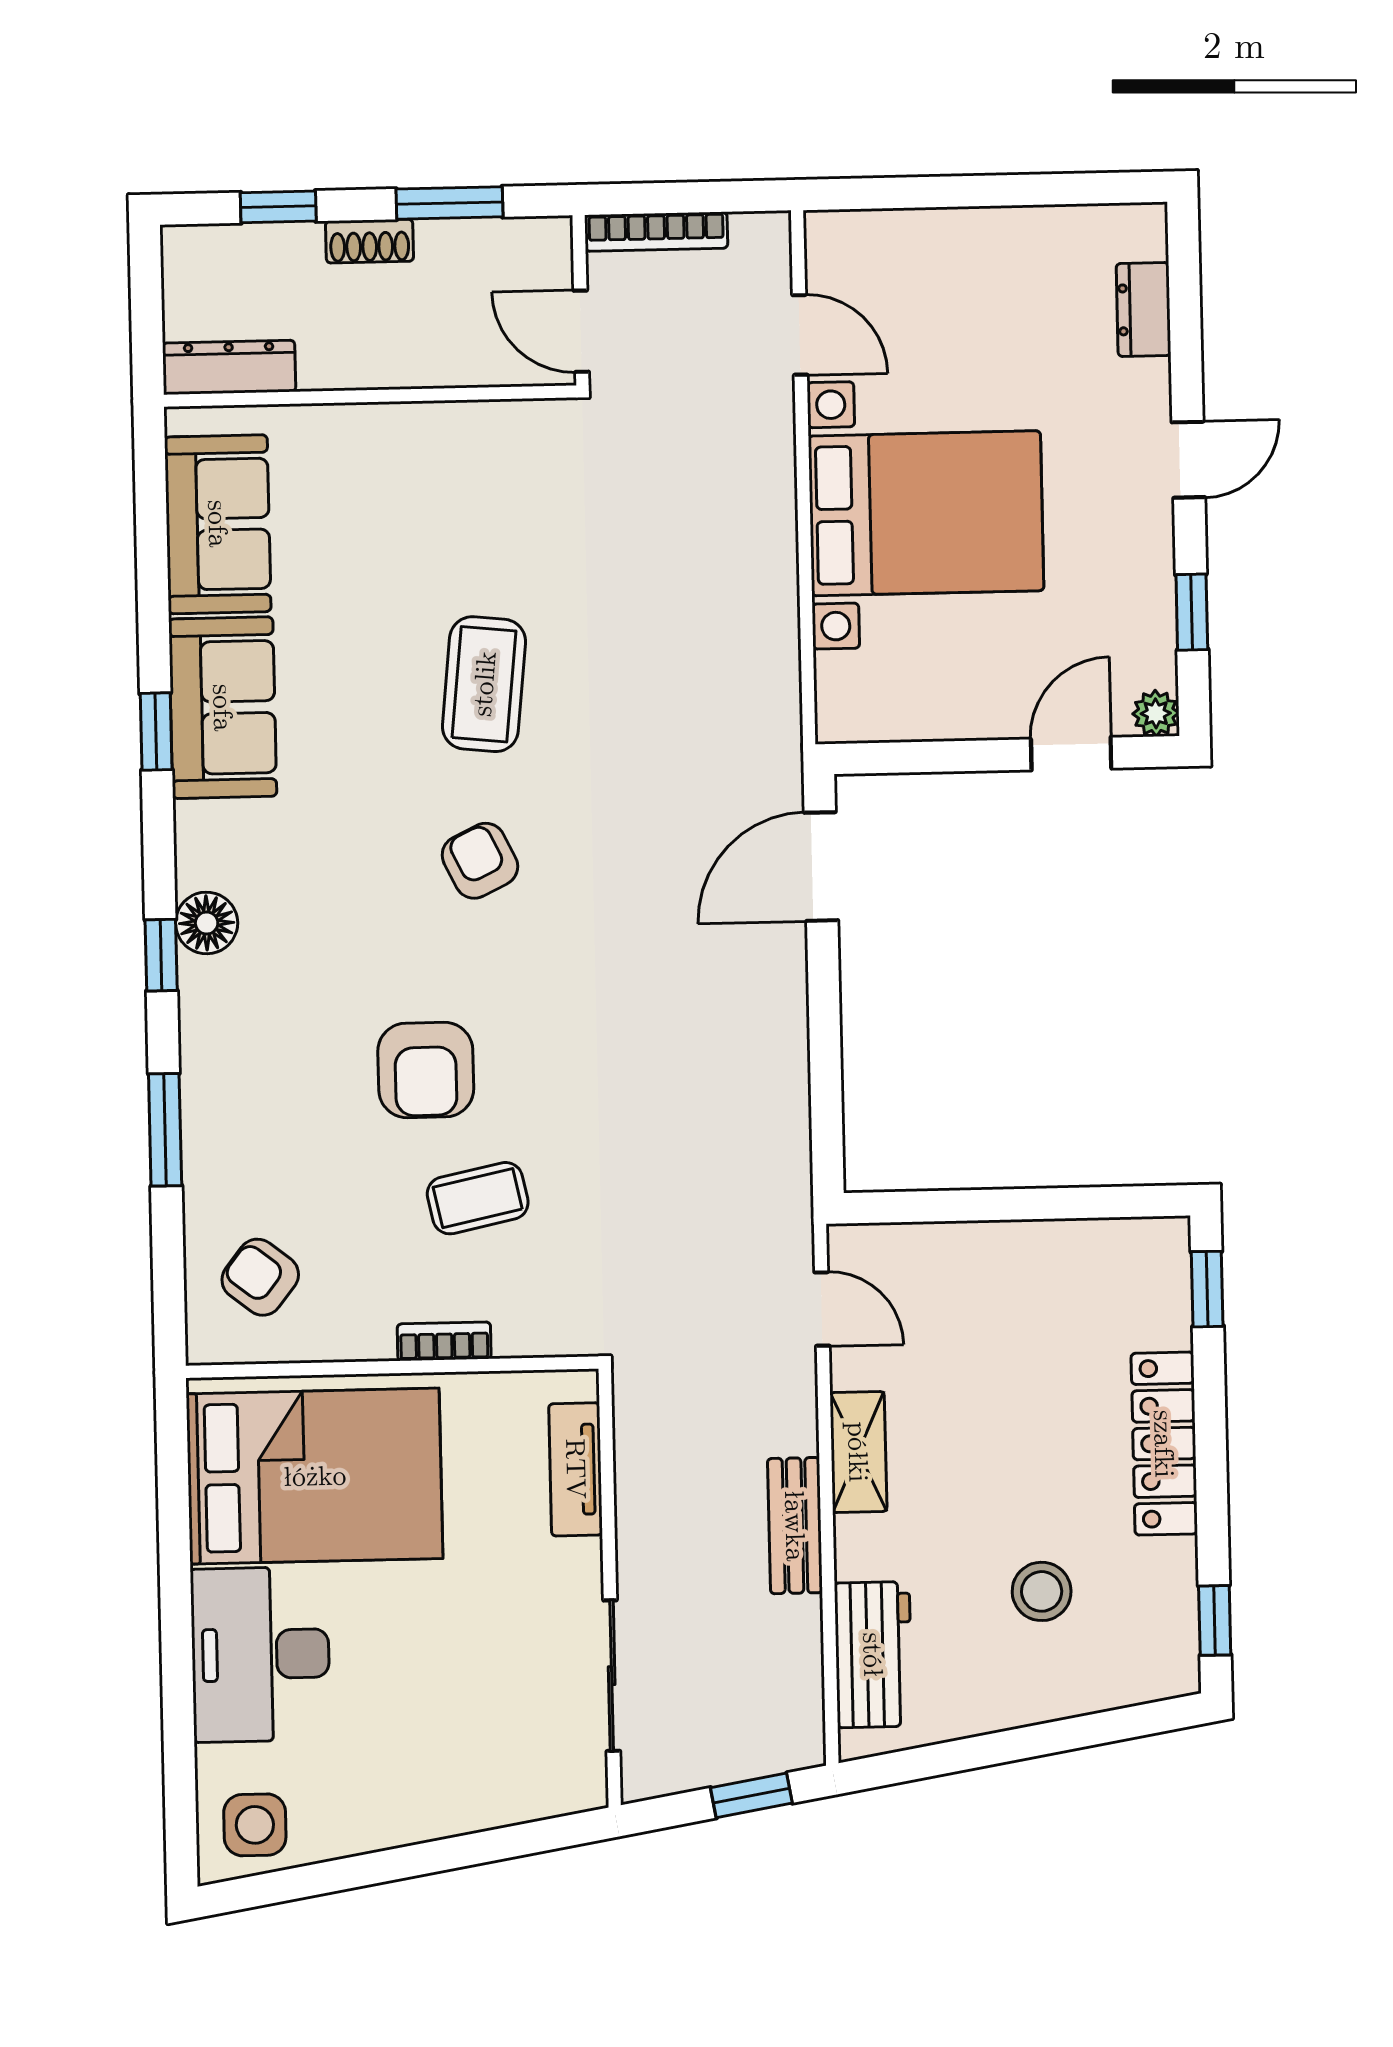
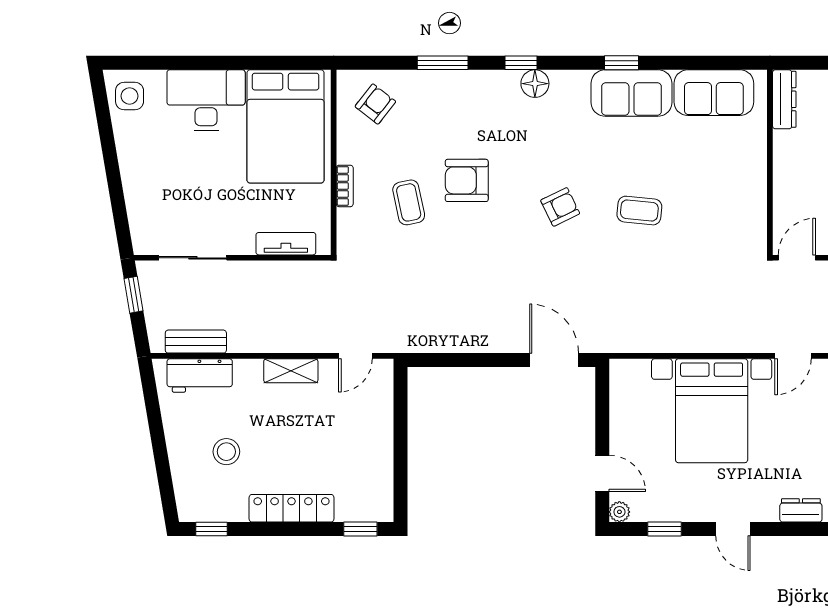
coffee table: (484, 684) -> (639, 211), width x0.73, depth x0.77
bench: (795, 1526) -> (196, 342), moved
window: (751, 1795) -> (134, 295), moved

